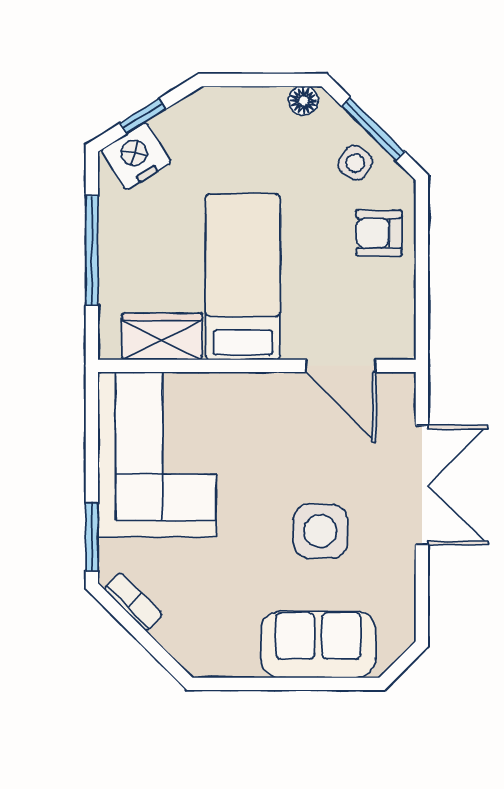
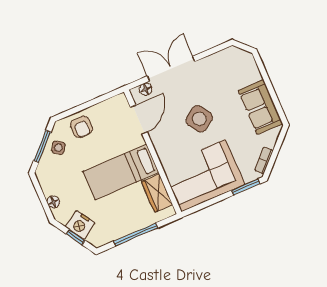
floor lamp: (304, 101) -> (53, 202), moved
nightstand: (136, 156) -> (80, 225), moved
floor lamp: (401, 410) -> (146, 89), added
side table: (320, 531) -> (199, 119), moved, turned -34
sofa: (318, 644) -> (260, 107), moved

